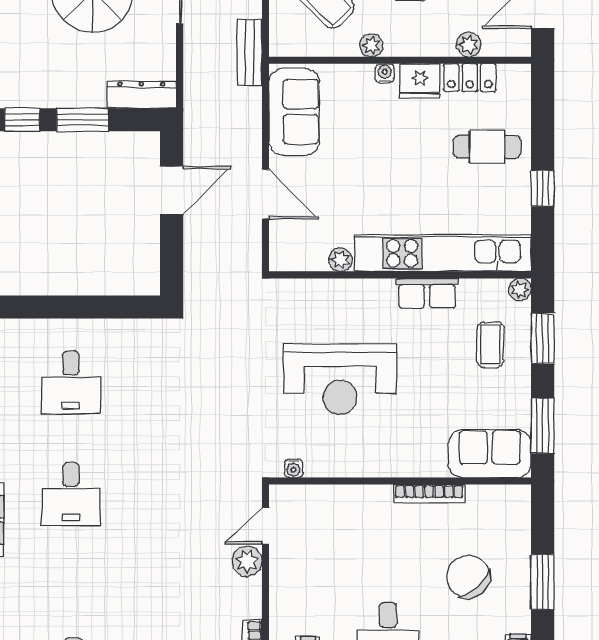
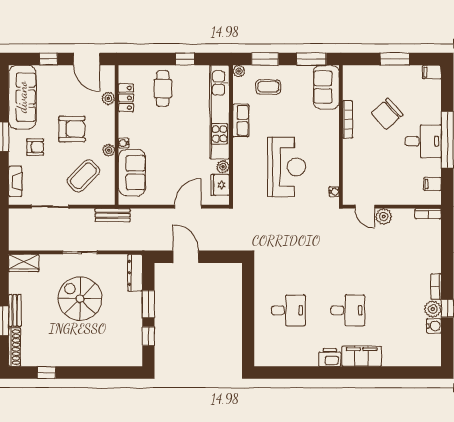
fridge: (420, 81) -> (220, 185), moved, turned 180
sofa: (294, 112) -> (132, 173), moved, turned 90
chair: (468, 577) -> (387, 114), moved

